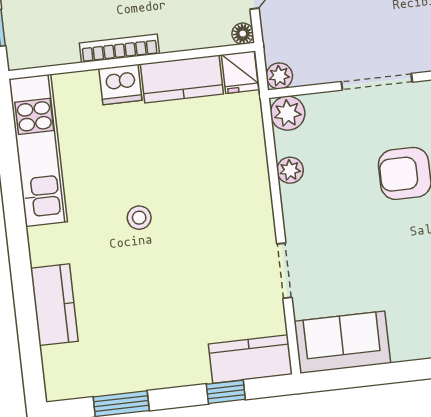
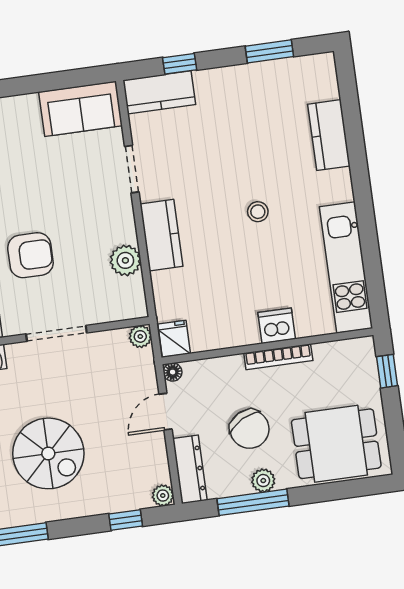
kitchen counter: (182, 79) -> (161, 235), moved, turned 90
plant: (288, 113) -> (132, 305), removed
plant: (290, 170) -> (125, 260), width x1.38, depth x1.38

